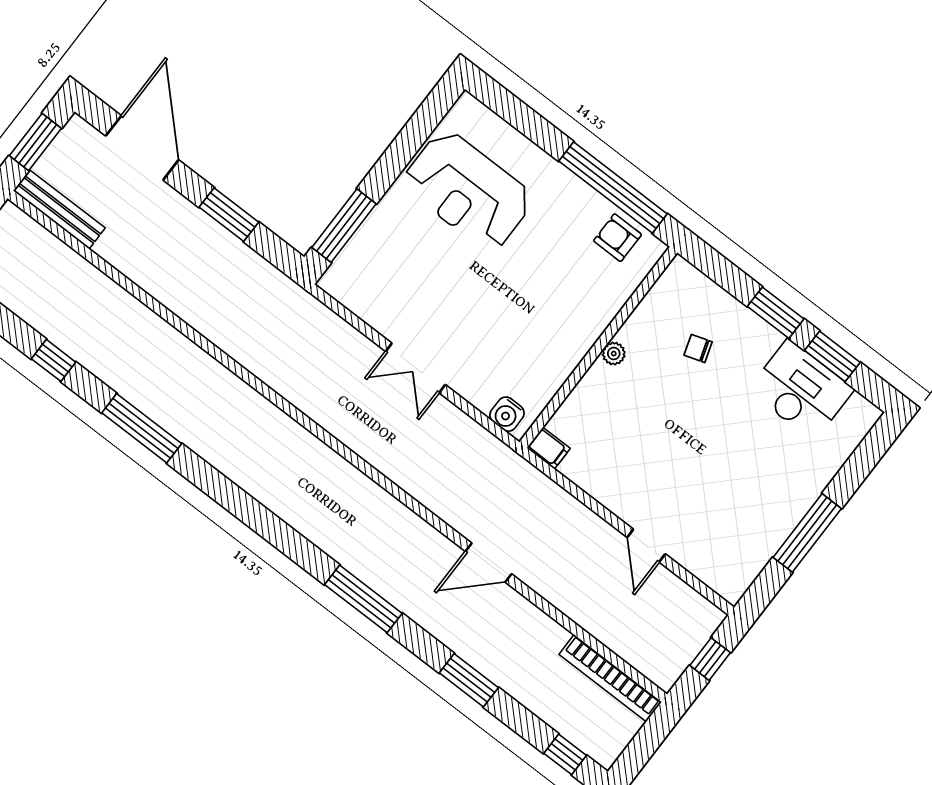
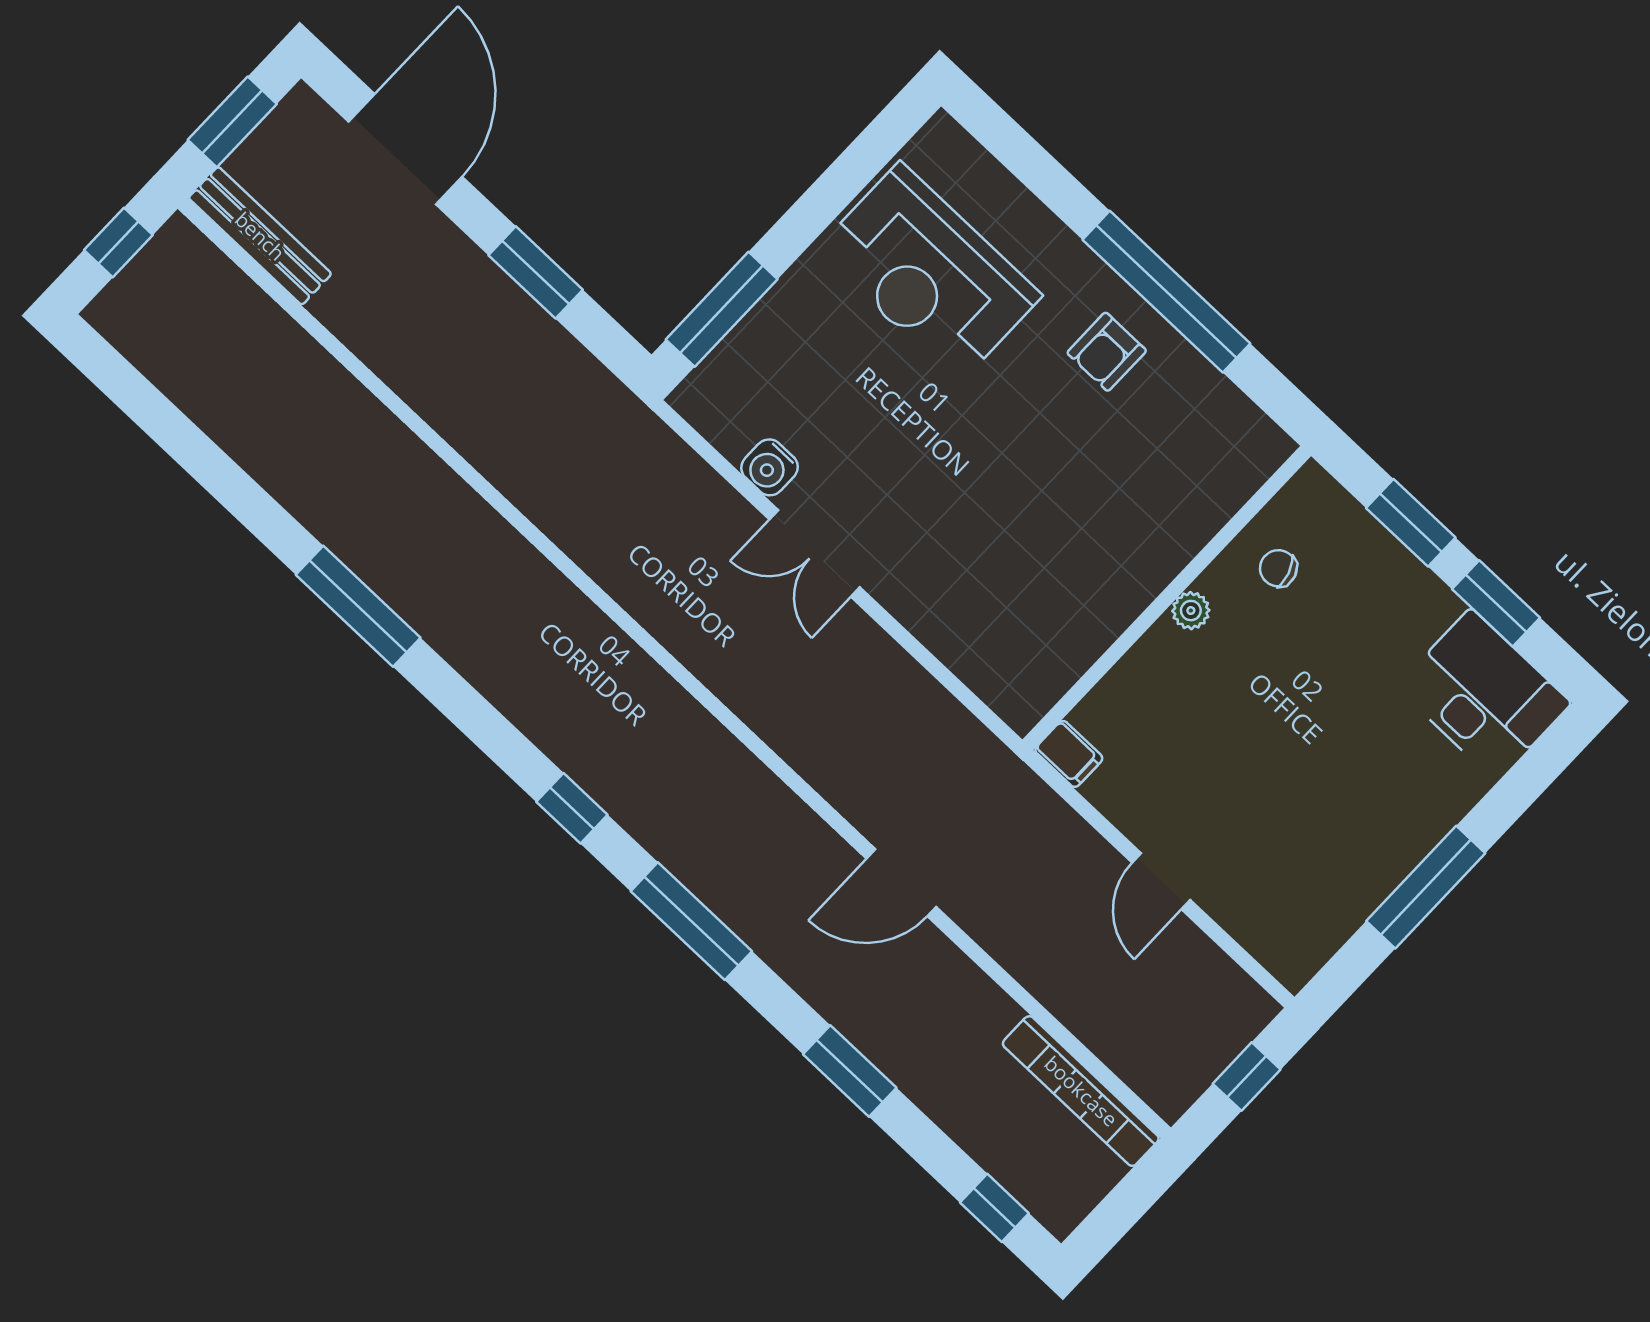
armchair: (618, 238) -> (1107, 352), moved, turned -90
wall: (598, 347) -> (1167, 598), moved
plant: (614, 354) -> (1191, 611), moved
window: (54, 360) -> (572, 808), moved
desk: (801, 390) -> (1484, 695), moved
water cooler: (507, 414) -> (770, 467), moved
filing cabinet: (548, 448) -> (1069, 754), moved

